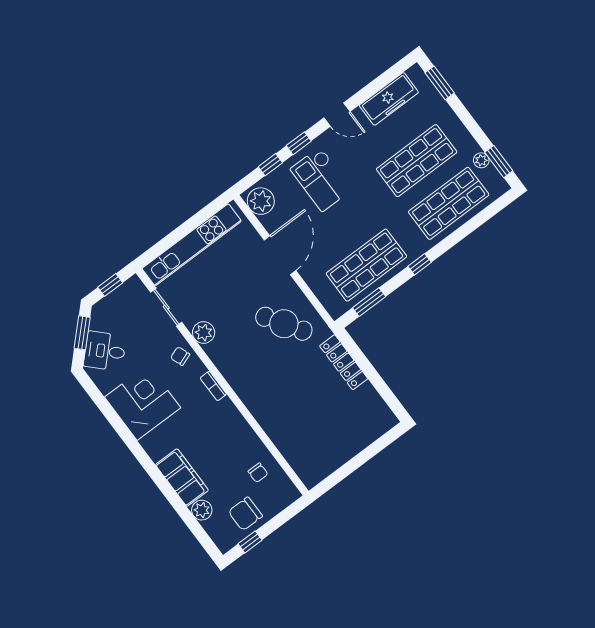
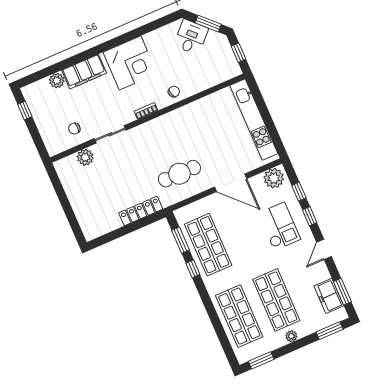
window: (386, 78) -> (342, 292), added
freezer: (389, 99) -> (329, 296), width x0.71
plant: (481, 160) -> (291, 336), moved
checkout: (321, 179) -> (279, 226), turned 90
window: (420, 264) -> (193, 269), moved
sliding door: (166, 307) -> (110, 134), moved
cafe table: (284, 324) -> (179, 174), turned 33
plant: (204, 333) -> (85, 157), moved
corner desk: (143, 402) -> (130, 63), moved
chair: (245, 514) -> (46, 112), removed

